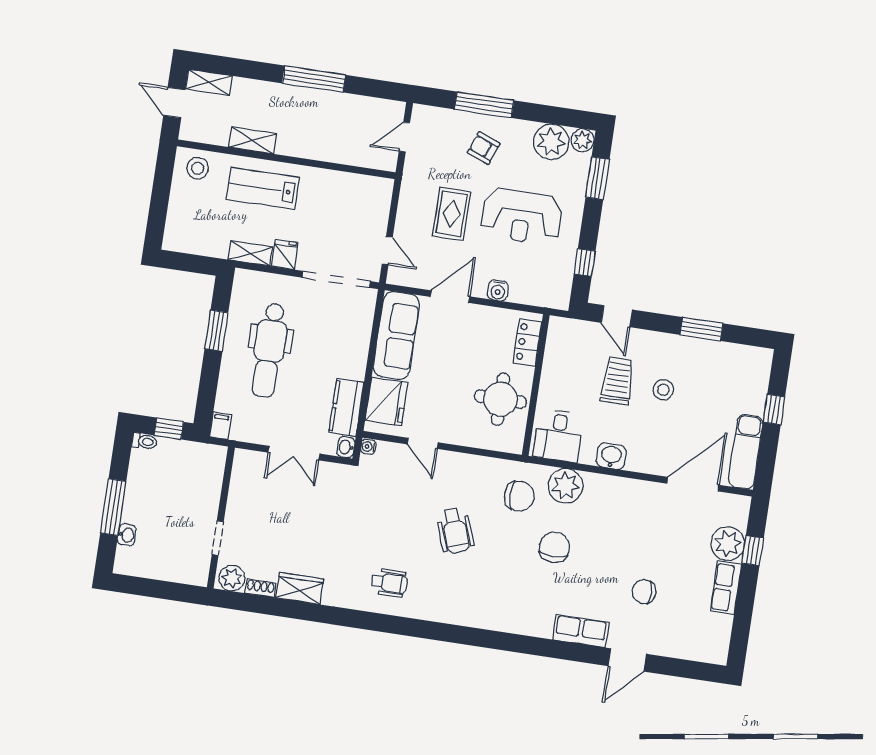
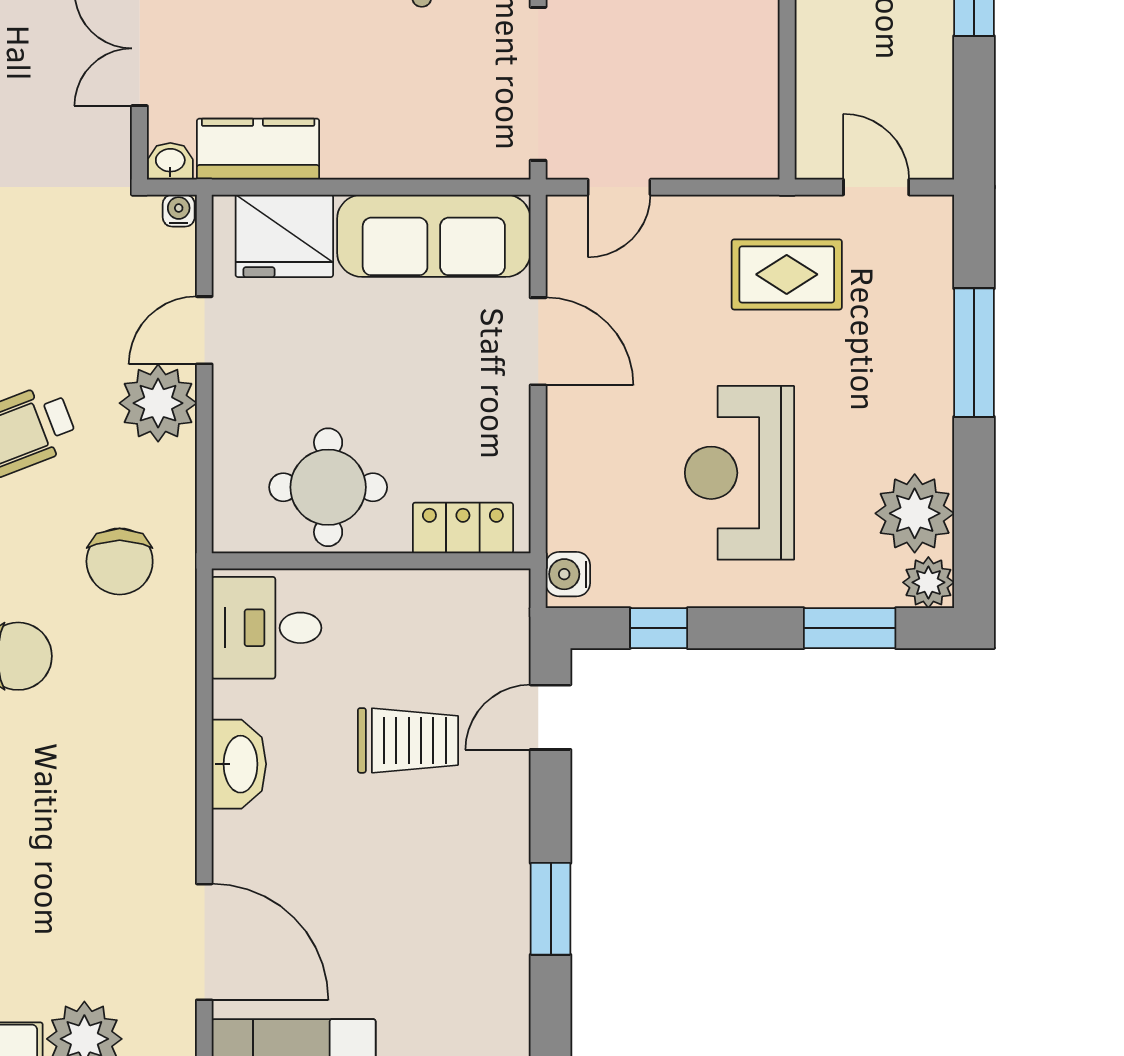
armchair: (484, 148) -> (878, 366), removed
rug: (452, 214) -> (787, 274), moved
water cooler: (498, 290) -> (568, 574), moved
stool: (663, 390) -> (403, 845), removed
washbasin: (611, 456) -> (239, 764), width x1.38
plant: (566, 486) -> (158, 403), moved

